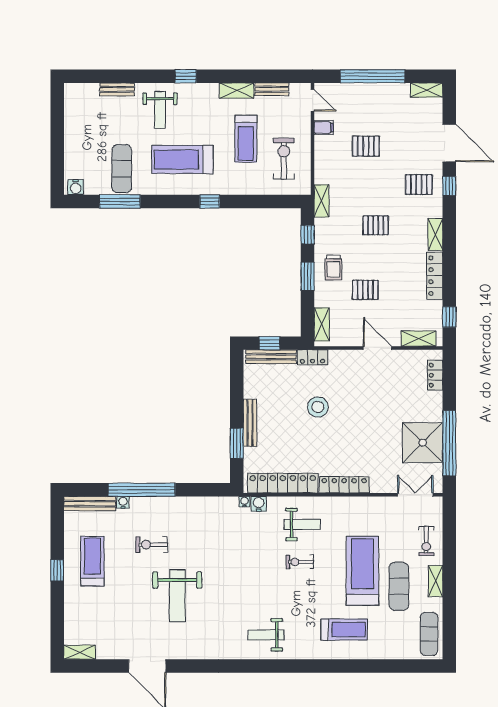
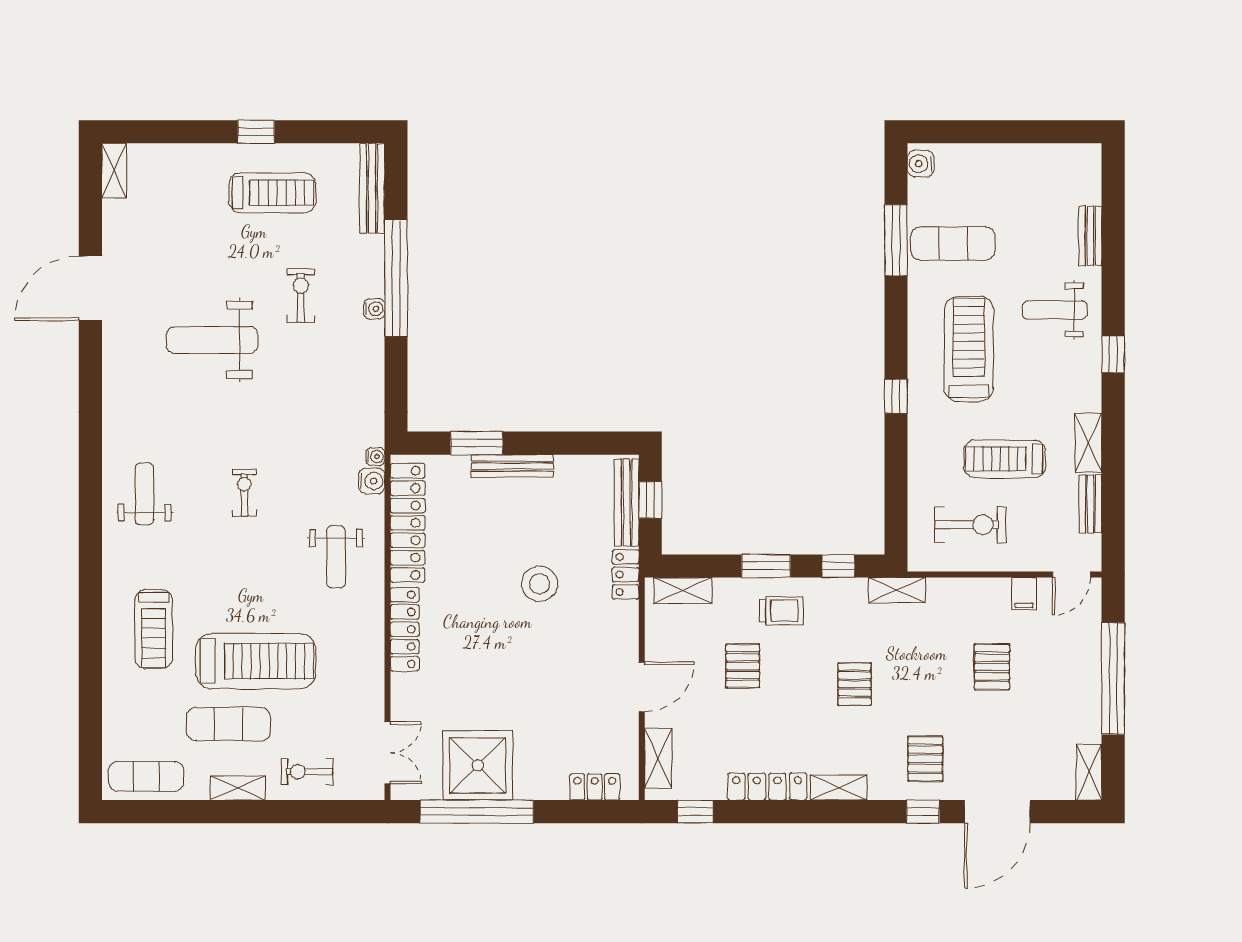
trolley: (333, 268) -> (781, 611), turned 180
water cooler: (123, 502) -> (374, 309), moved
exercise bike: (300, 562) -> (244, 493), moved

